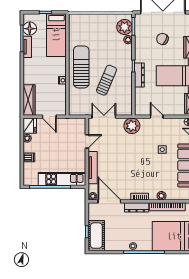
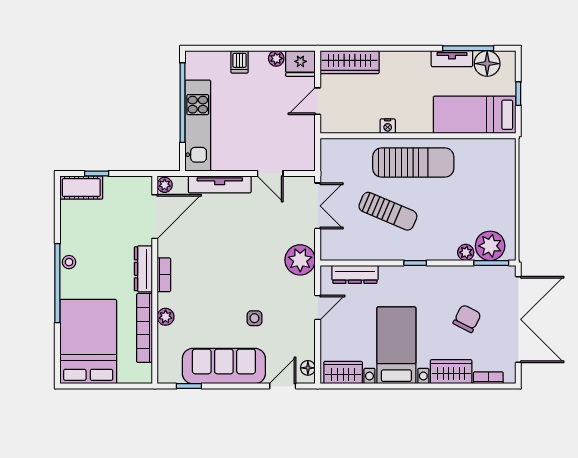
dresser: (139, 75) -> (355, 274), moved
cot: (96, 236) -> (81, 188), width x0.73, depth x0.75

